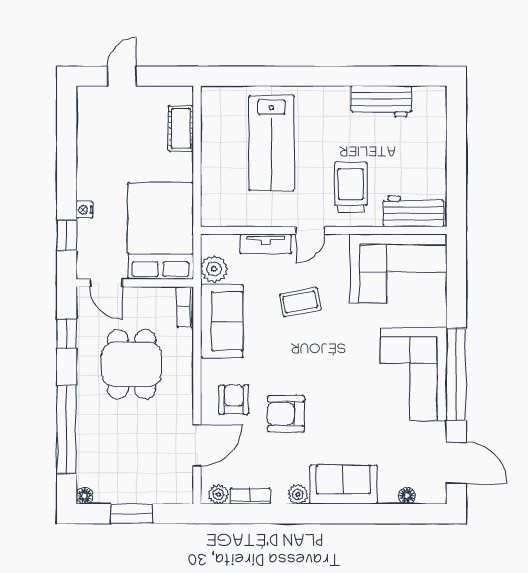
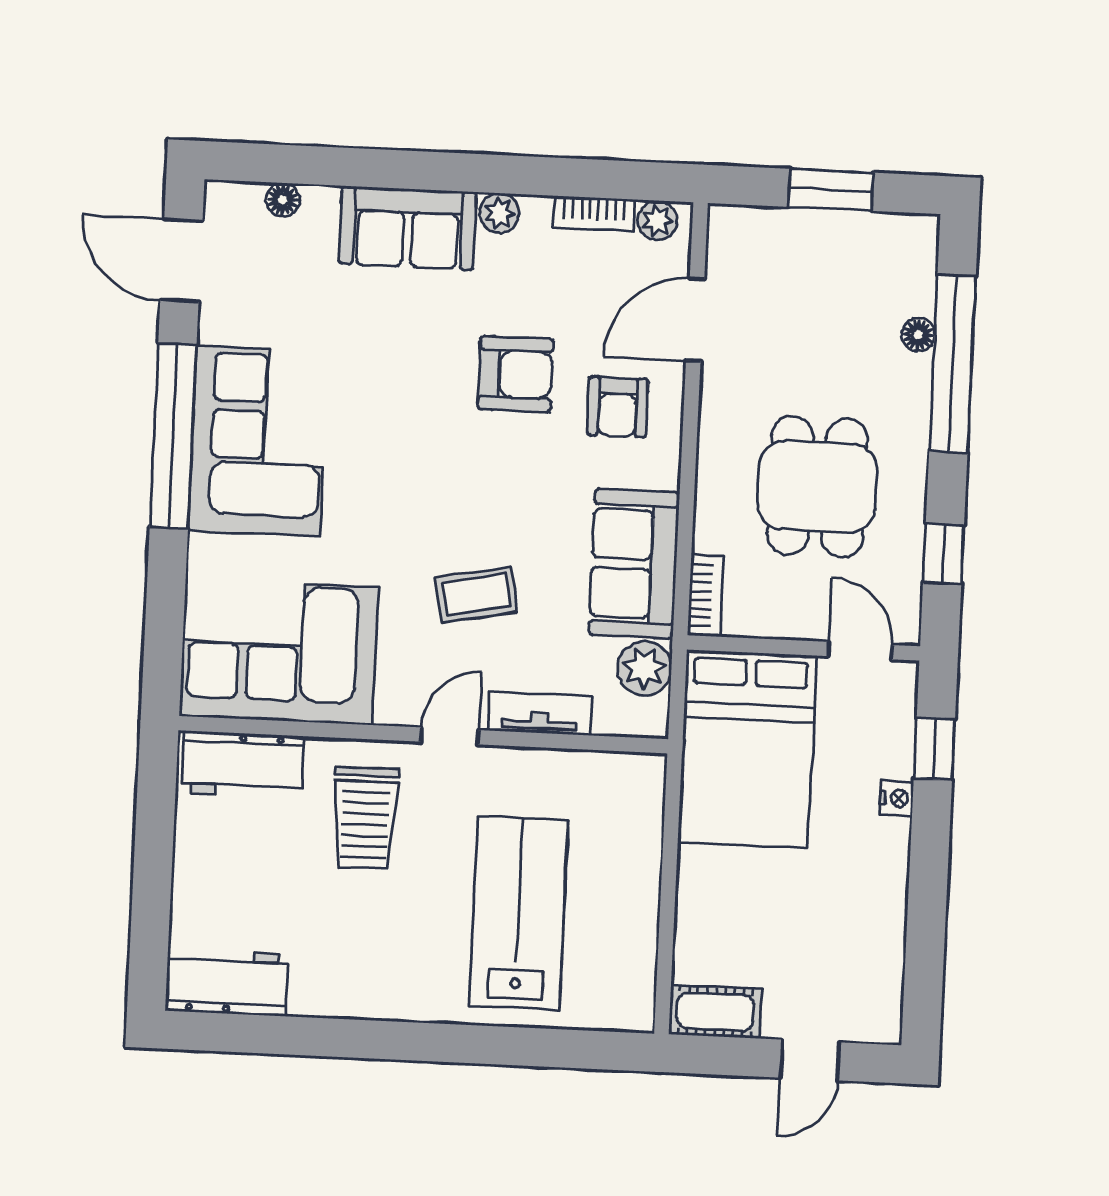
workbench: (381, 101) -> (227, 982), moved
cot: (181, 128) -> (715, 1012), moved, turned 90
floor lamp: (85, 496) -> (918, 335), moved

